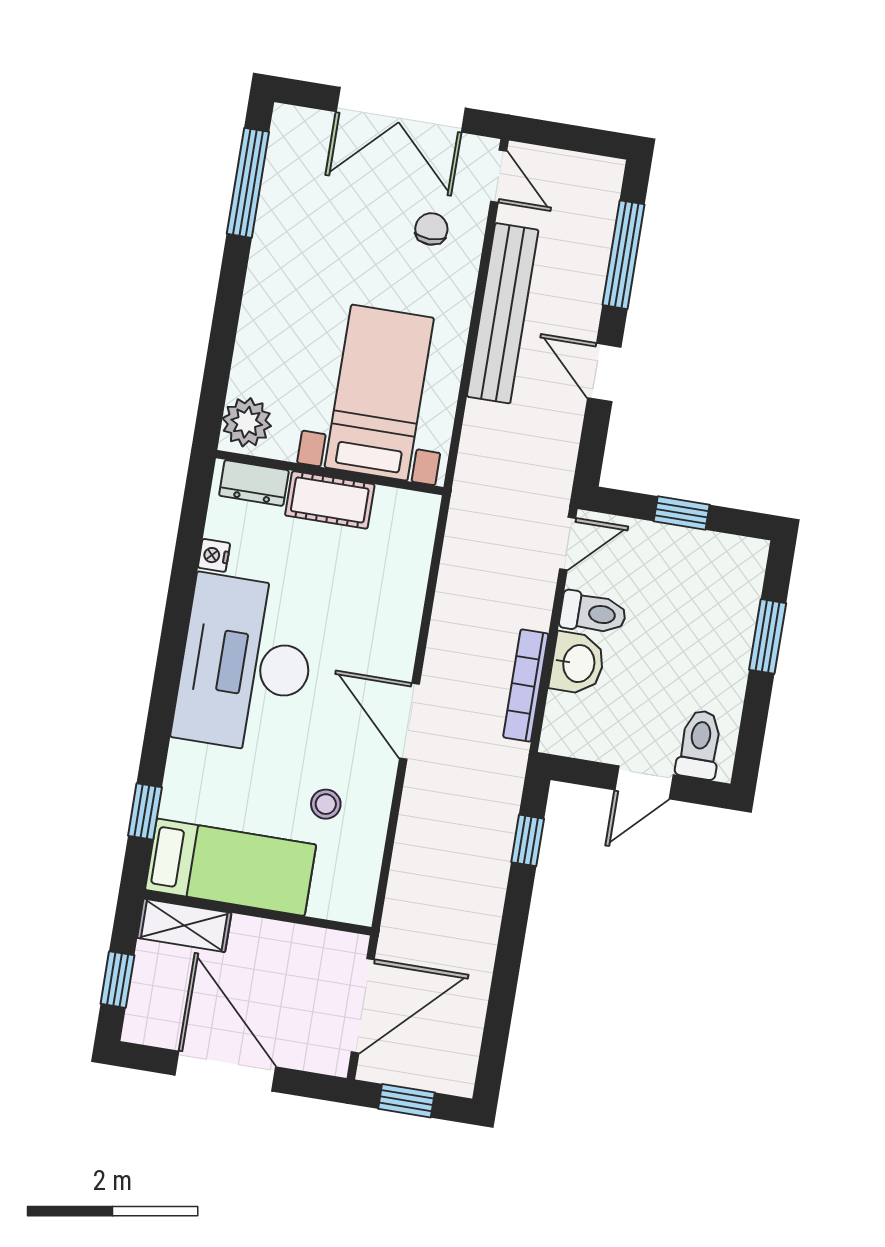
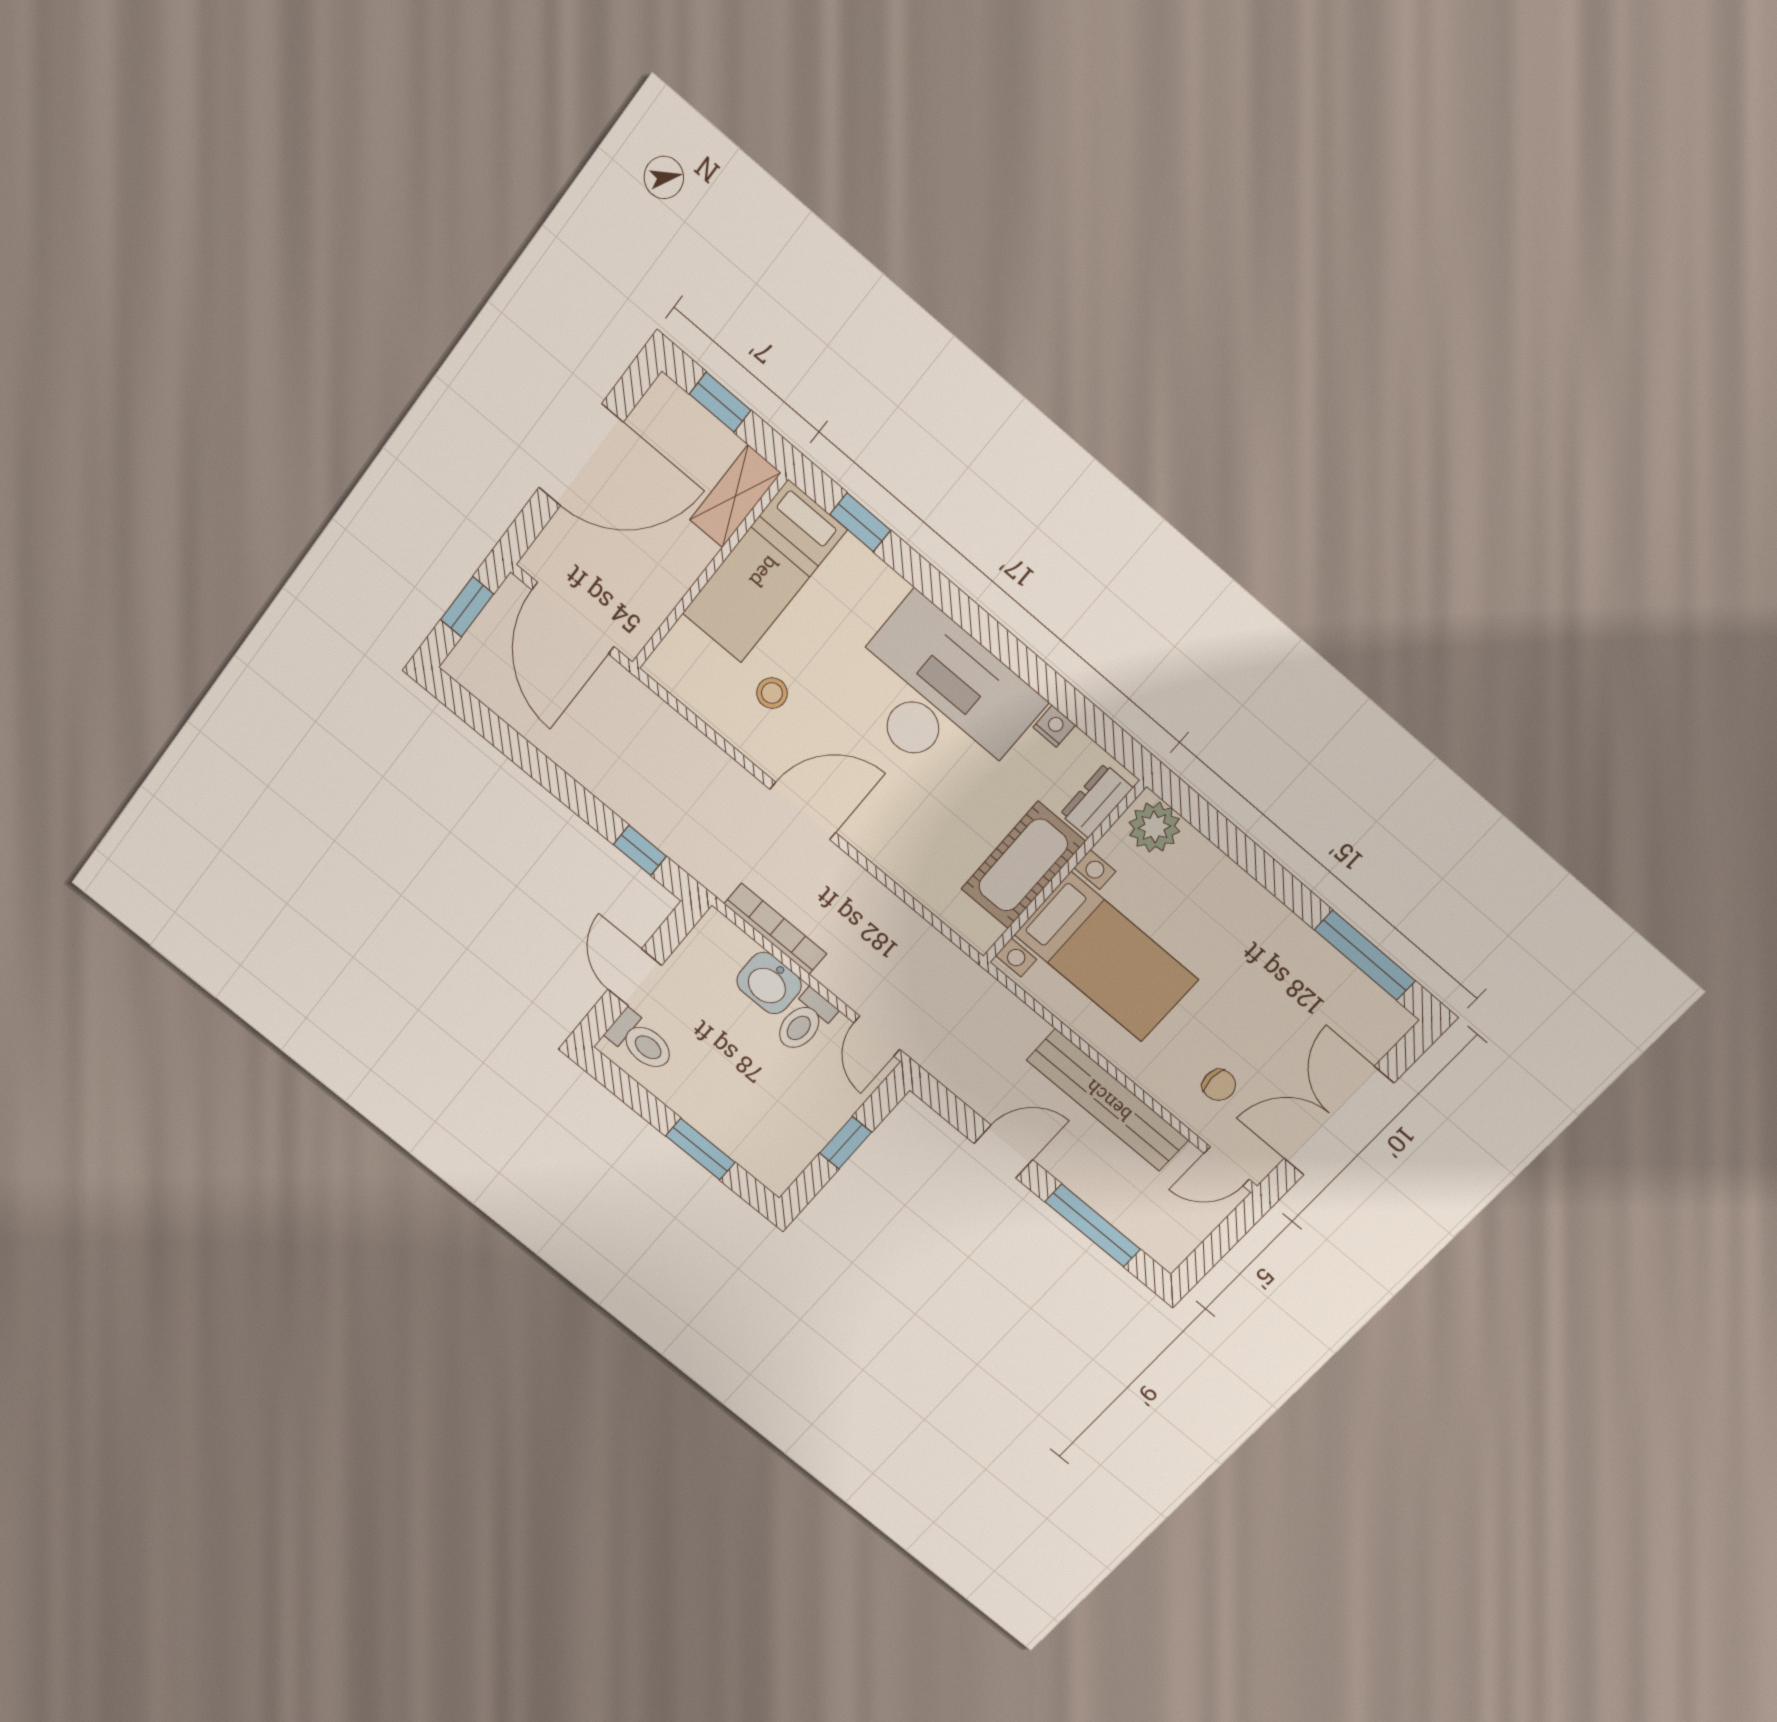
cot: (330, 500) -> (1023, 865), width x1.37, depth x1.34

